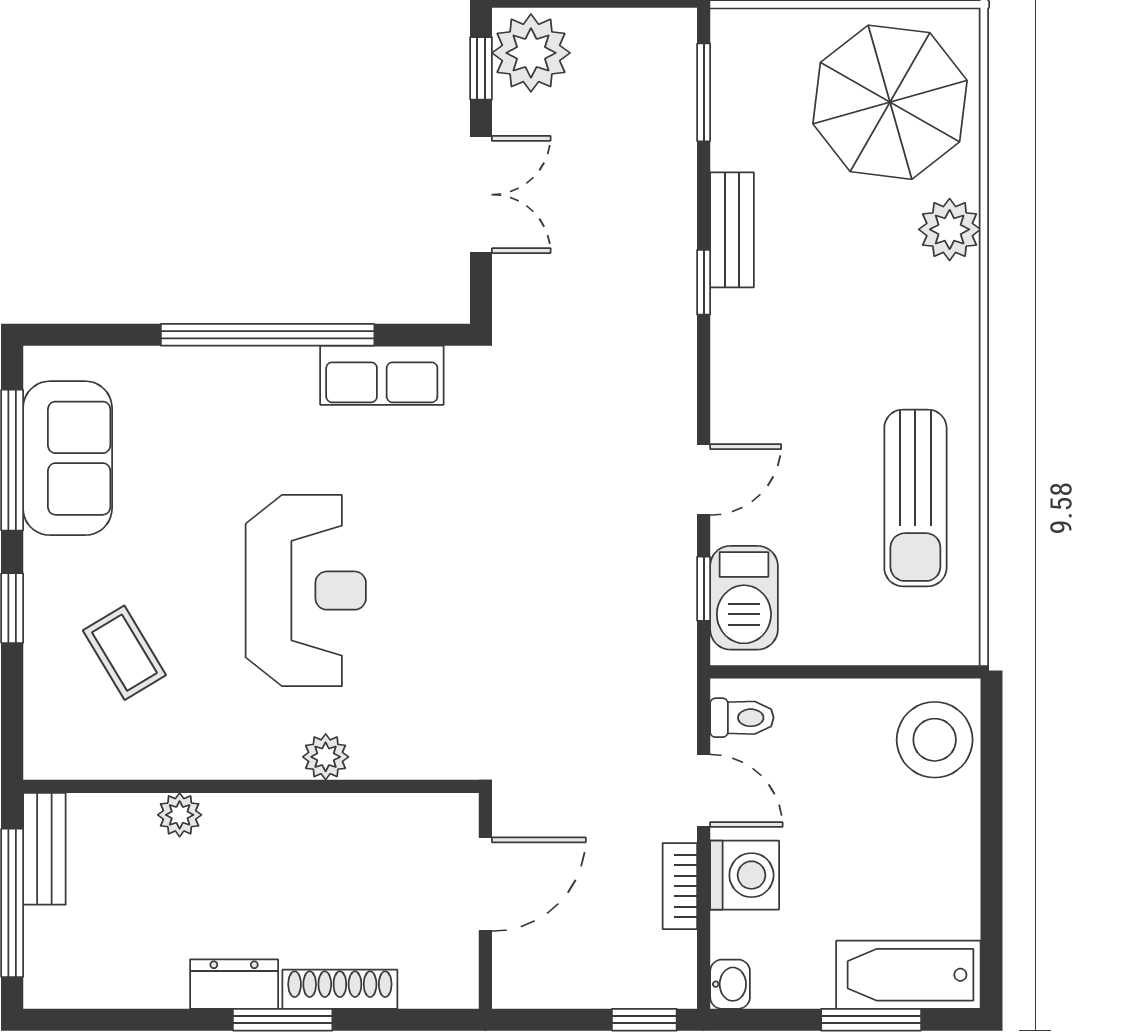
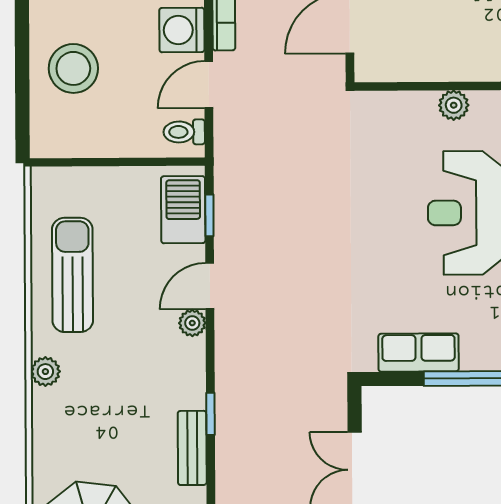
plant: (950, 229) -> (45, 372), moved, width x0.73, depth x0.73
plant: (731, 423) -> (192, 323), added
stool: (935, 740) -> (73, 68), moved
door: (704, 791) -> (209, 85), hinge flipped

